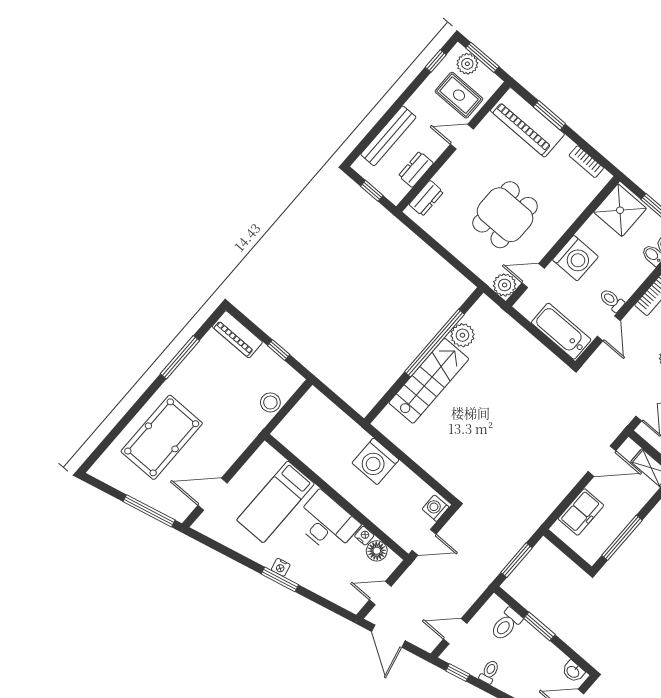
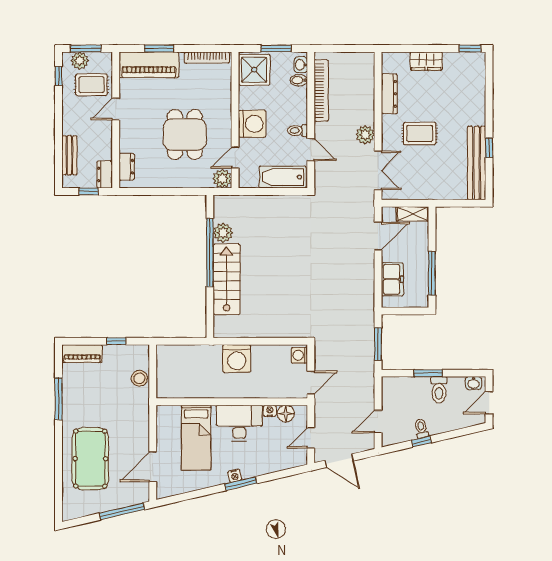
bench: (388, 136) -> (69, 155), width x0.73
bookcase: (586, 162) -> (207, 58), width x1.56
dresser: (416, 169) -> (105, 174), moved
toilet: (506, 624) -> (439, 390), moved
window: (458, 673) -> (421, 441), moved

